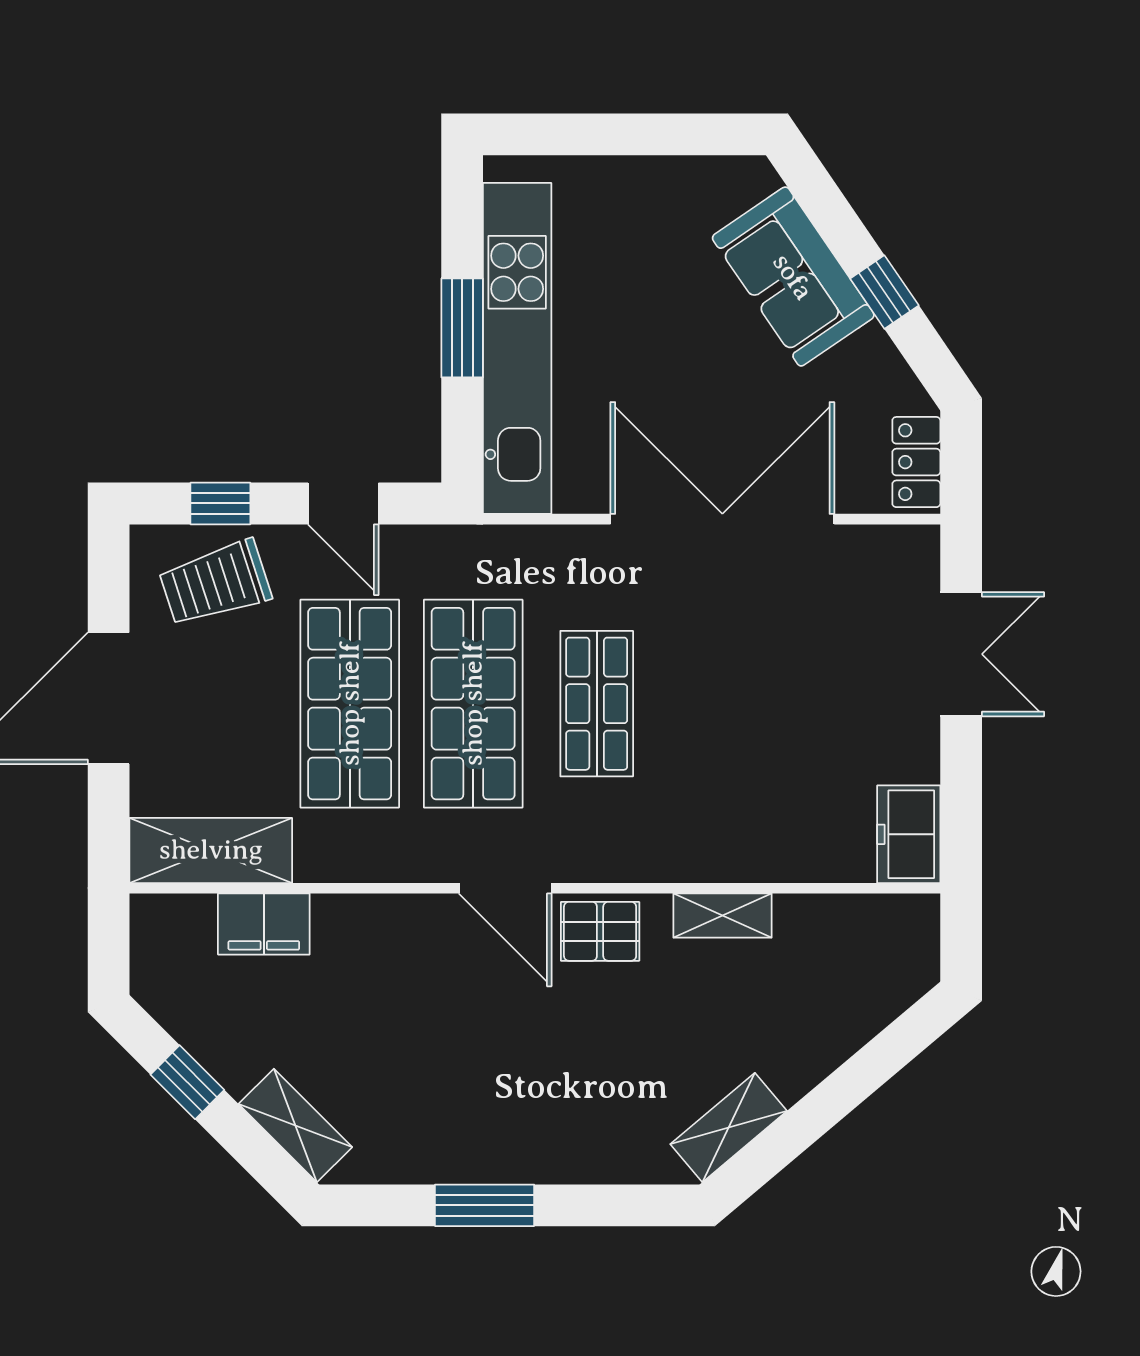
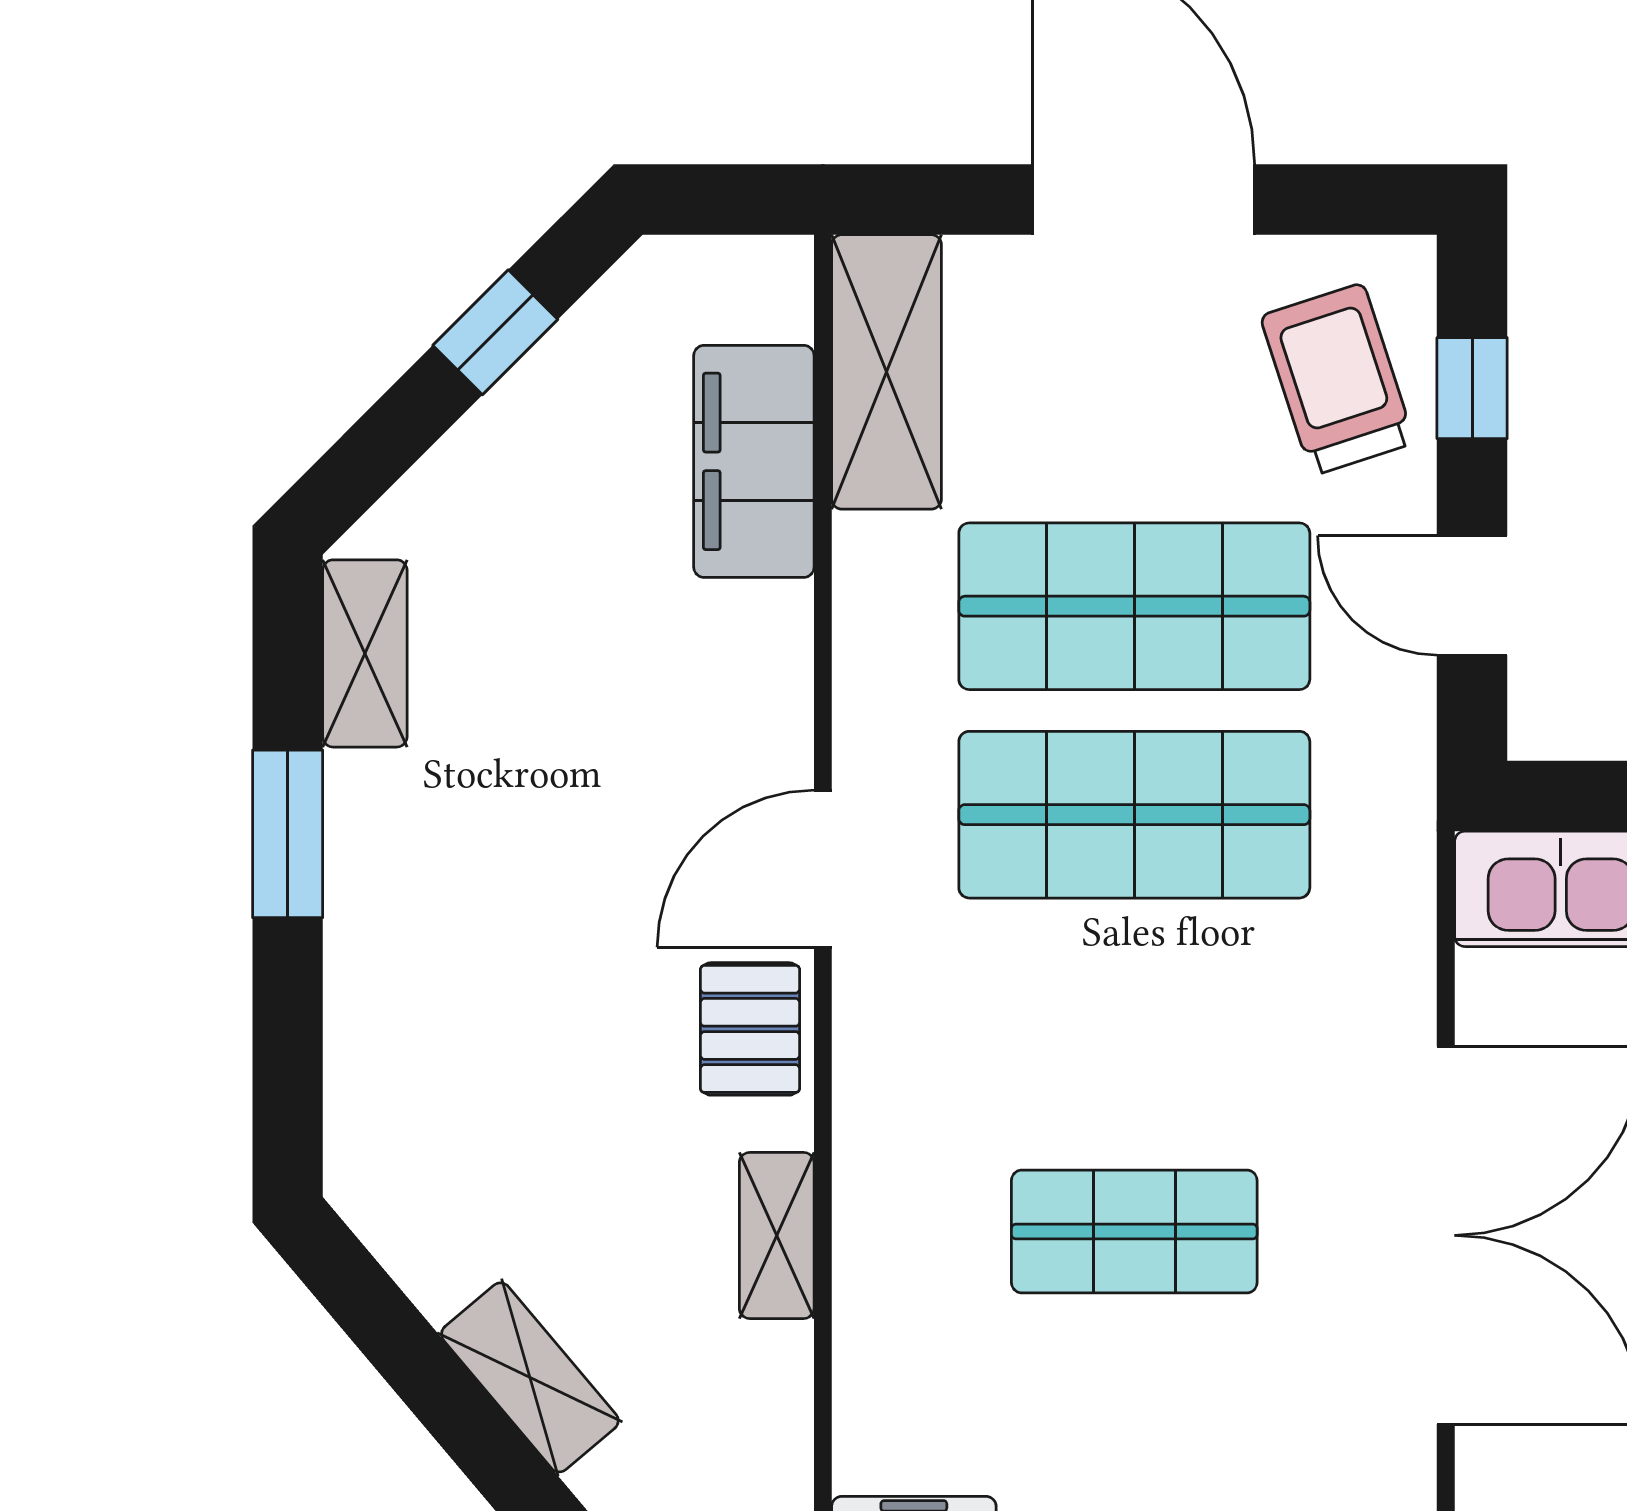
door: (343, 503) -> (1472, 595), hinge flipped
shop shelf: (597, 704) -> (1134, 1231), moved
filing cabinet: (264, 924) -> (754, 461), width x1.50, depth x1.17
shelving: (295, 1125) -> (365, 653), moved, turned -45
shelving: (729, 1128) -> (530, 1377), moved

